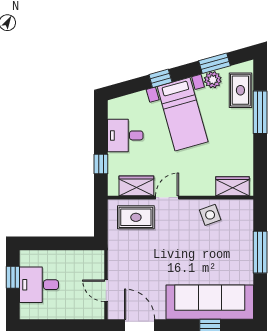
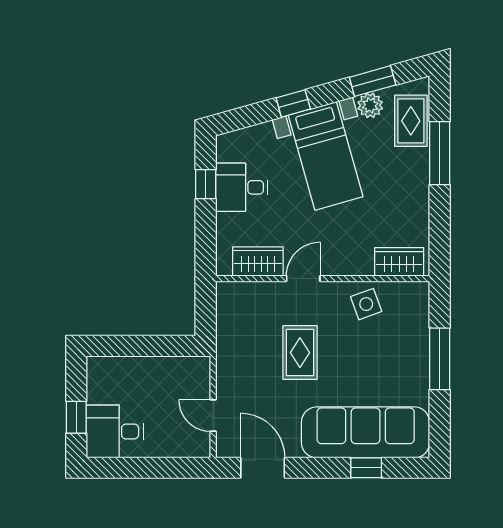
window: (101, 164) -> (206, 184), moved
rug: (136, 217) -> (300, 353), moved, turned 90
window: (13, 277) -> (76, 417), moved
desk: (39, 285) -> (115, 431), moved

